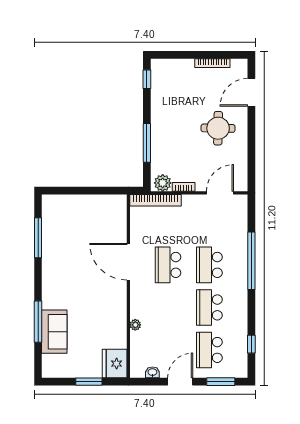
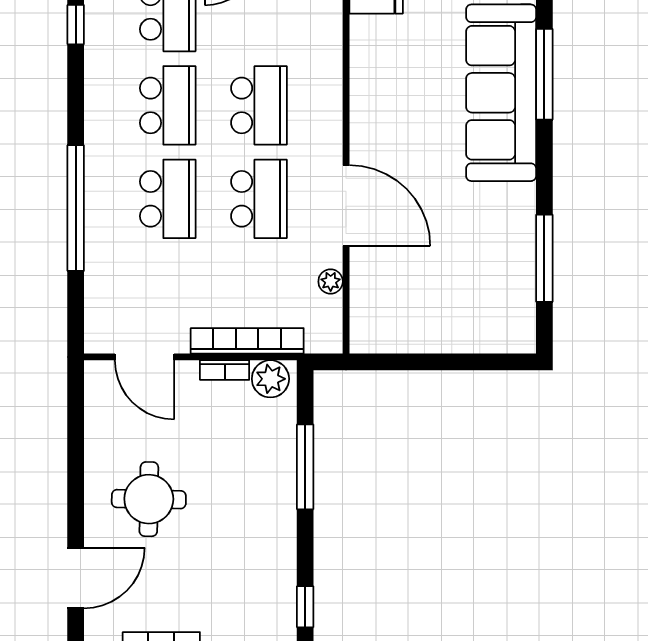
door: (220, 193) -> (145, 357), hinge flipped
bookcase: (155, 200) -> (247, 341), moved
school desk: (168, 307) -> (259, 105), added
plant: (135, 325) -> (331, 282), moved
sofa: (54, 332) -> (501, 93), width x1.85, depth x1.27

